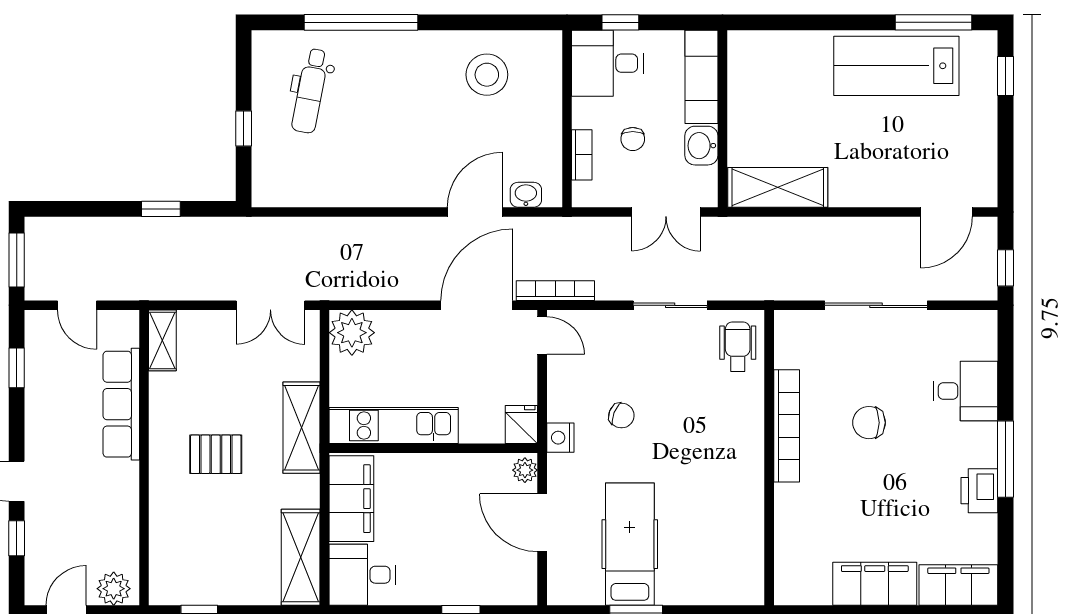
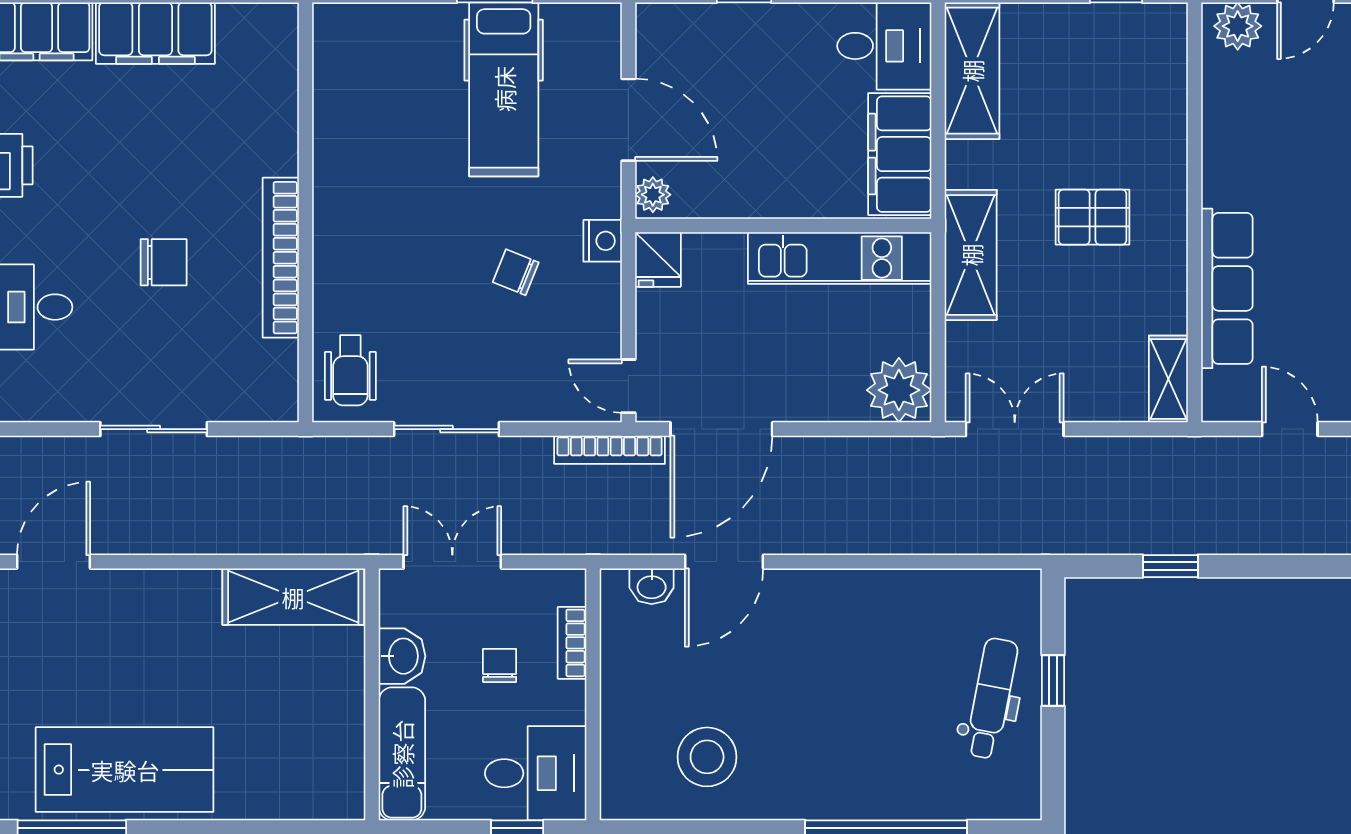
dental chair: (310, 91) -> (992, 698), moved
sliding door: (876, 305) -> (154, 429), width x0.73

